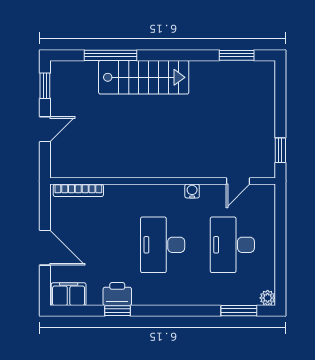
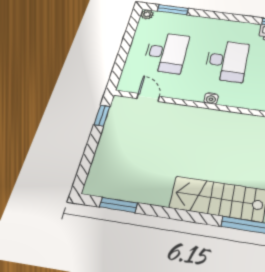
door: (238, 181) -> (148, 97), hinge flipped
water cooler: (192, 191) -> (211, 98), moved

